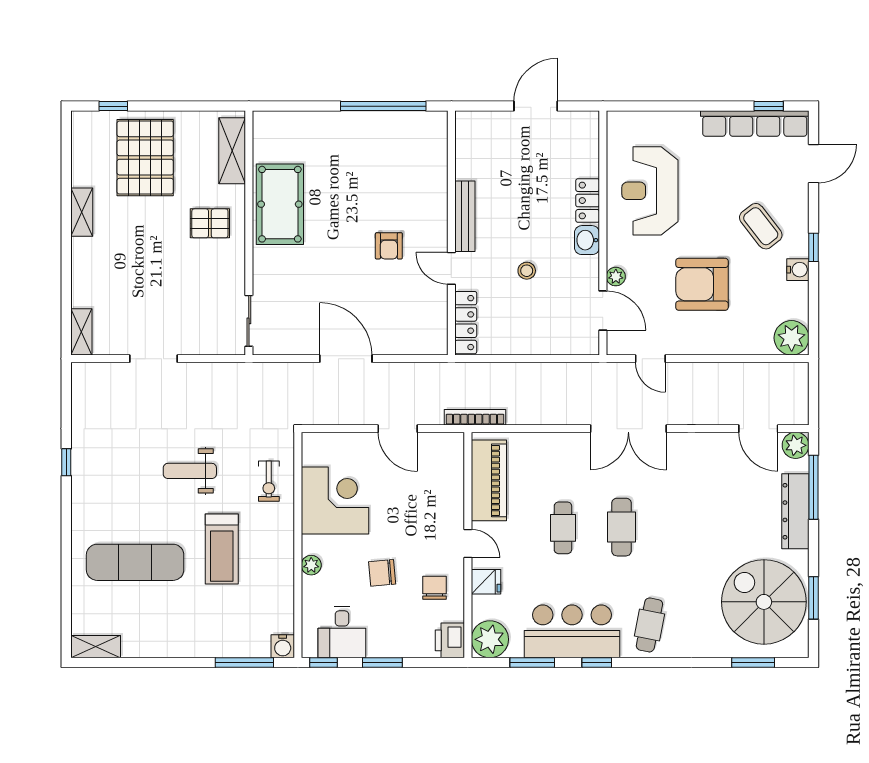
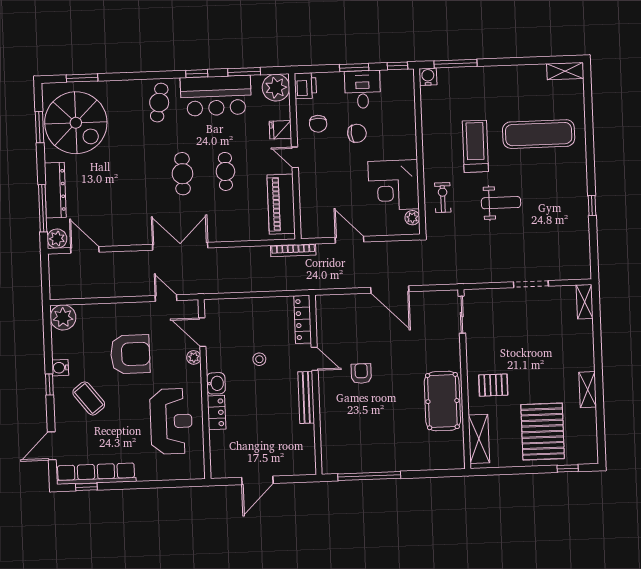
plant: (311, 565) -> (412, 218), moved
desk: (342, 632) -> (363, 89), moved

